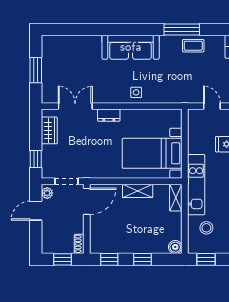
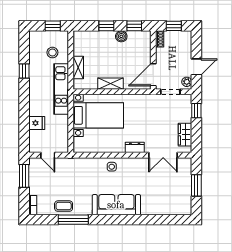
shelving: (176, 198) -> (78, 68), moved
boiler: (175, 247) -> (121, 36), moved

